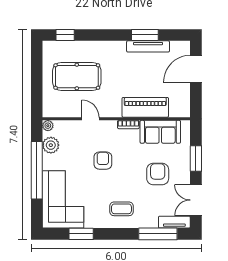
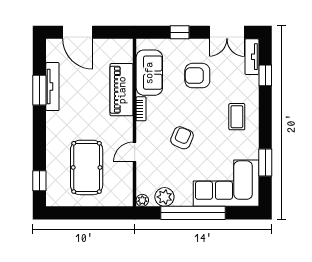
window: (196, 158) -> (180, 32), width x0.67
armchair: (103, 161) -> (182, 138), turned 113
window: (158, 234) -> (265, 75), width x0.46

